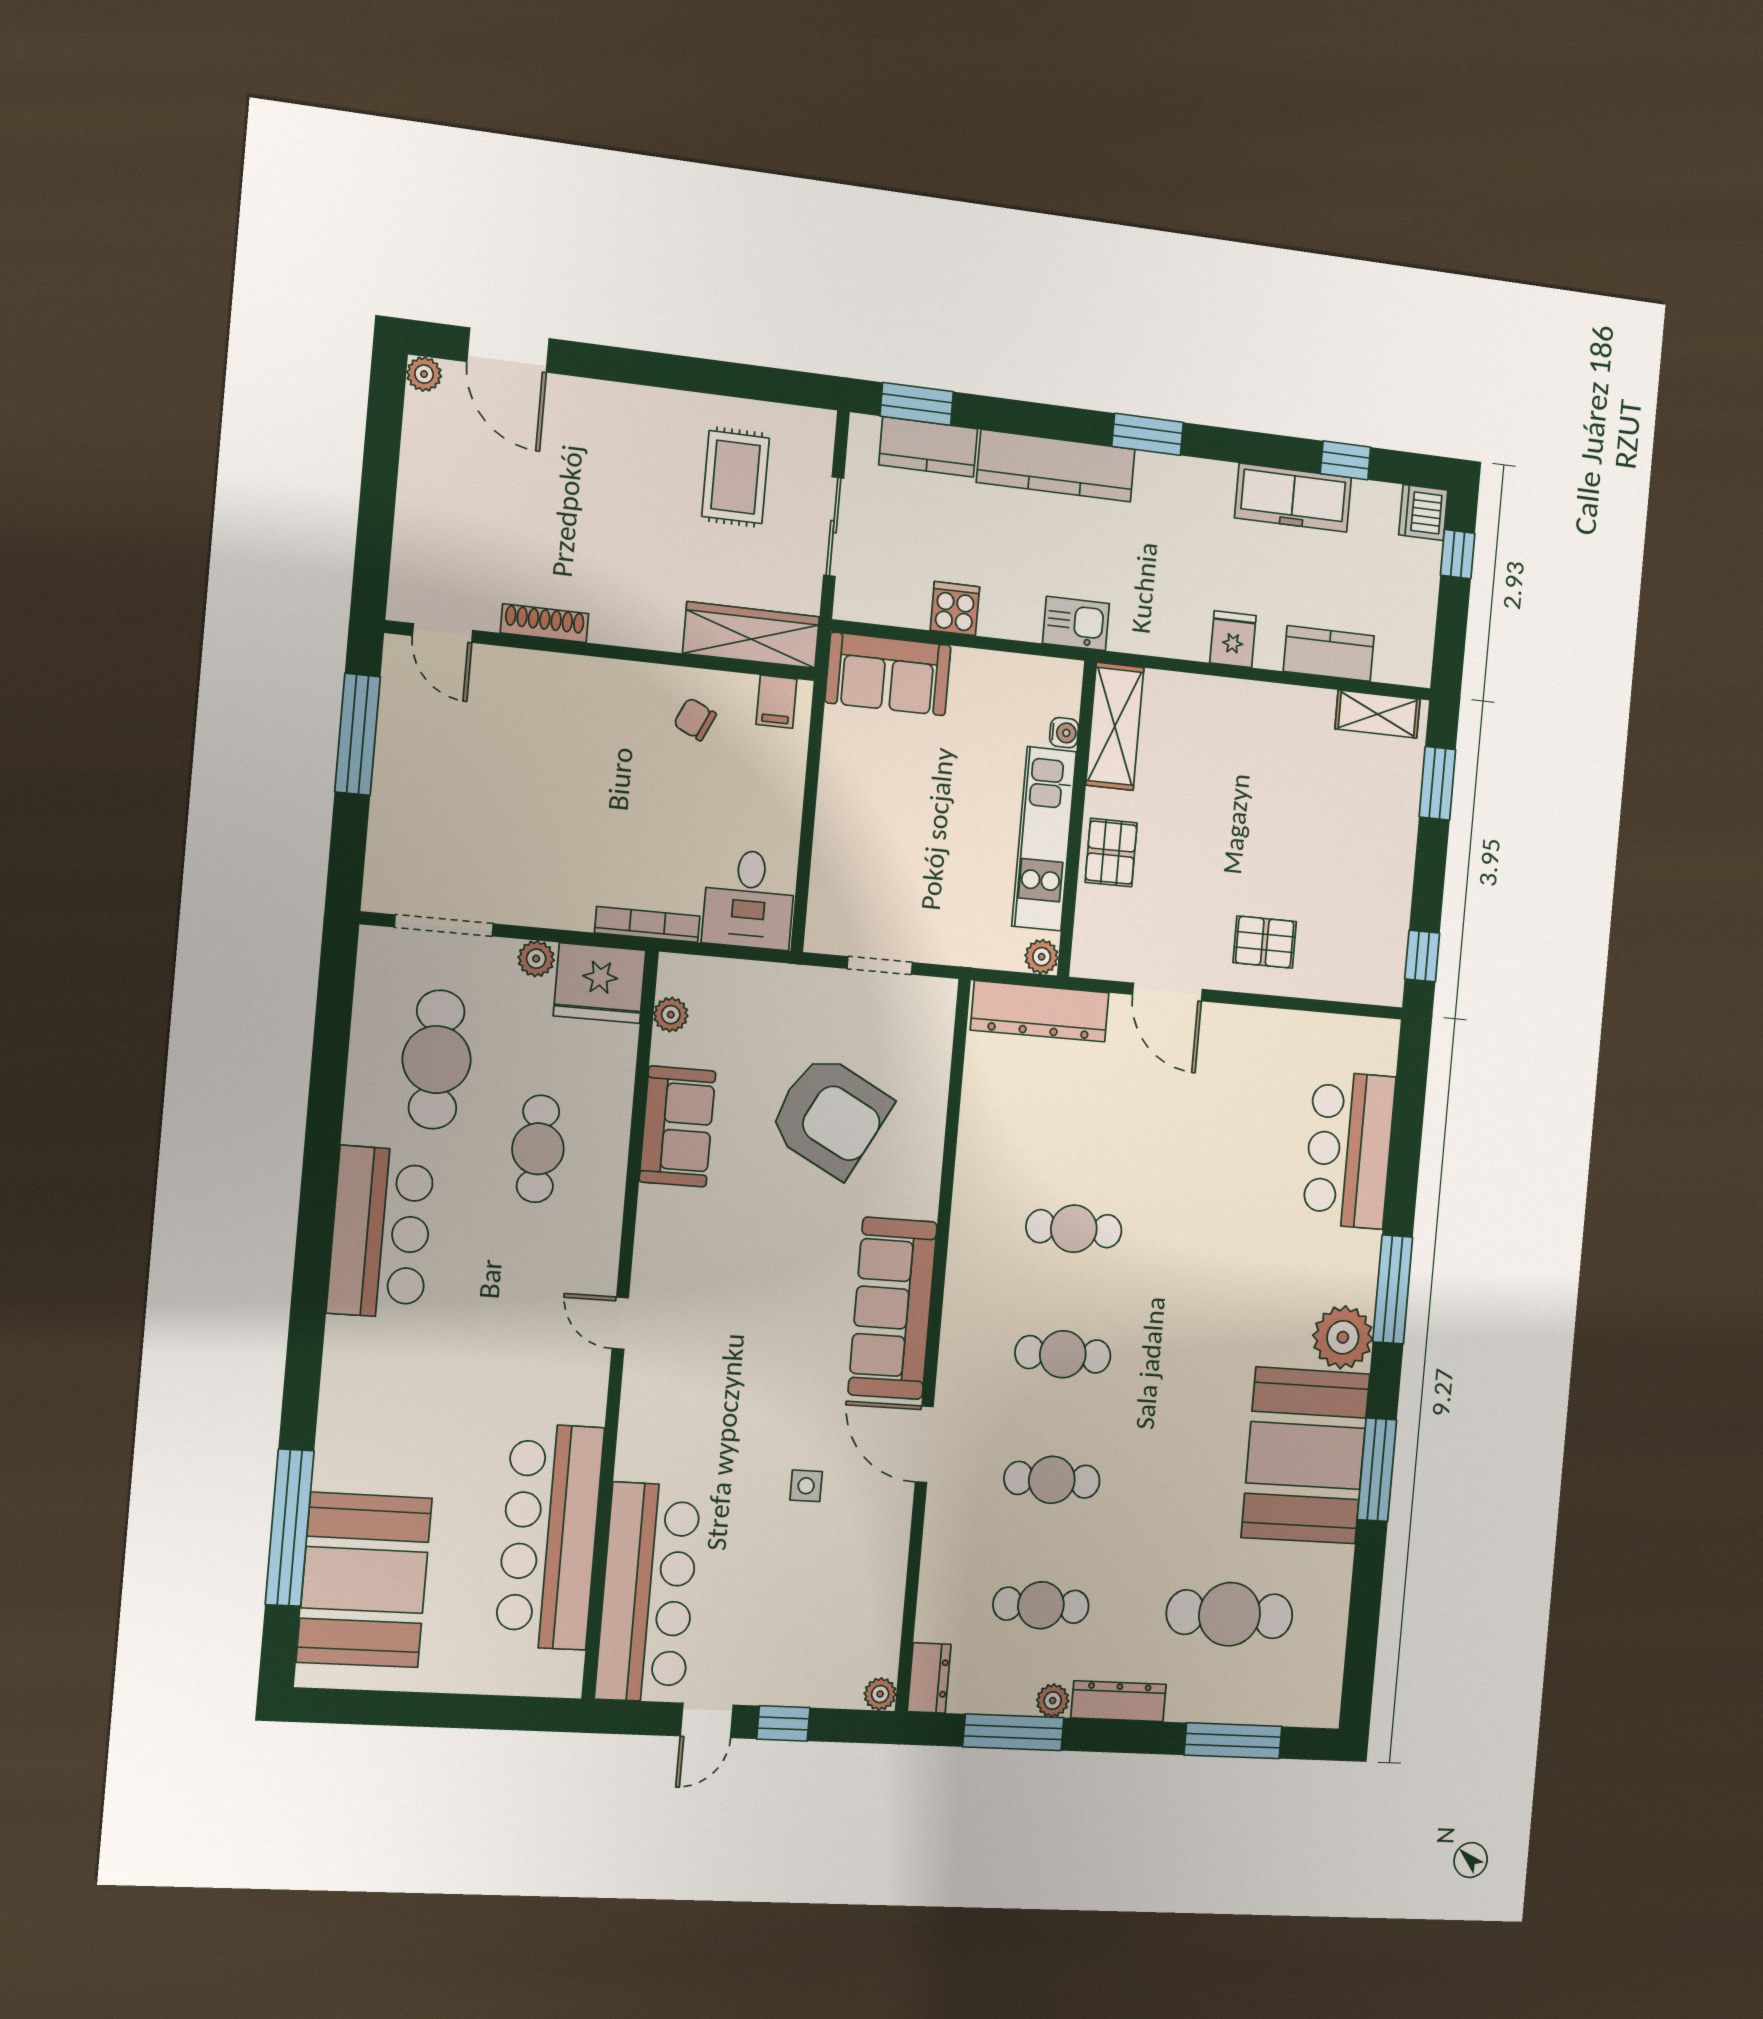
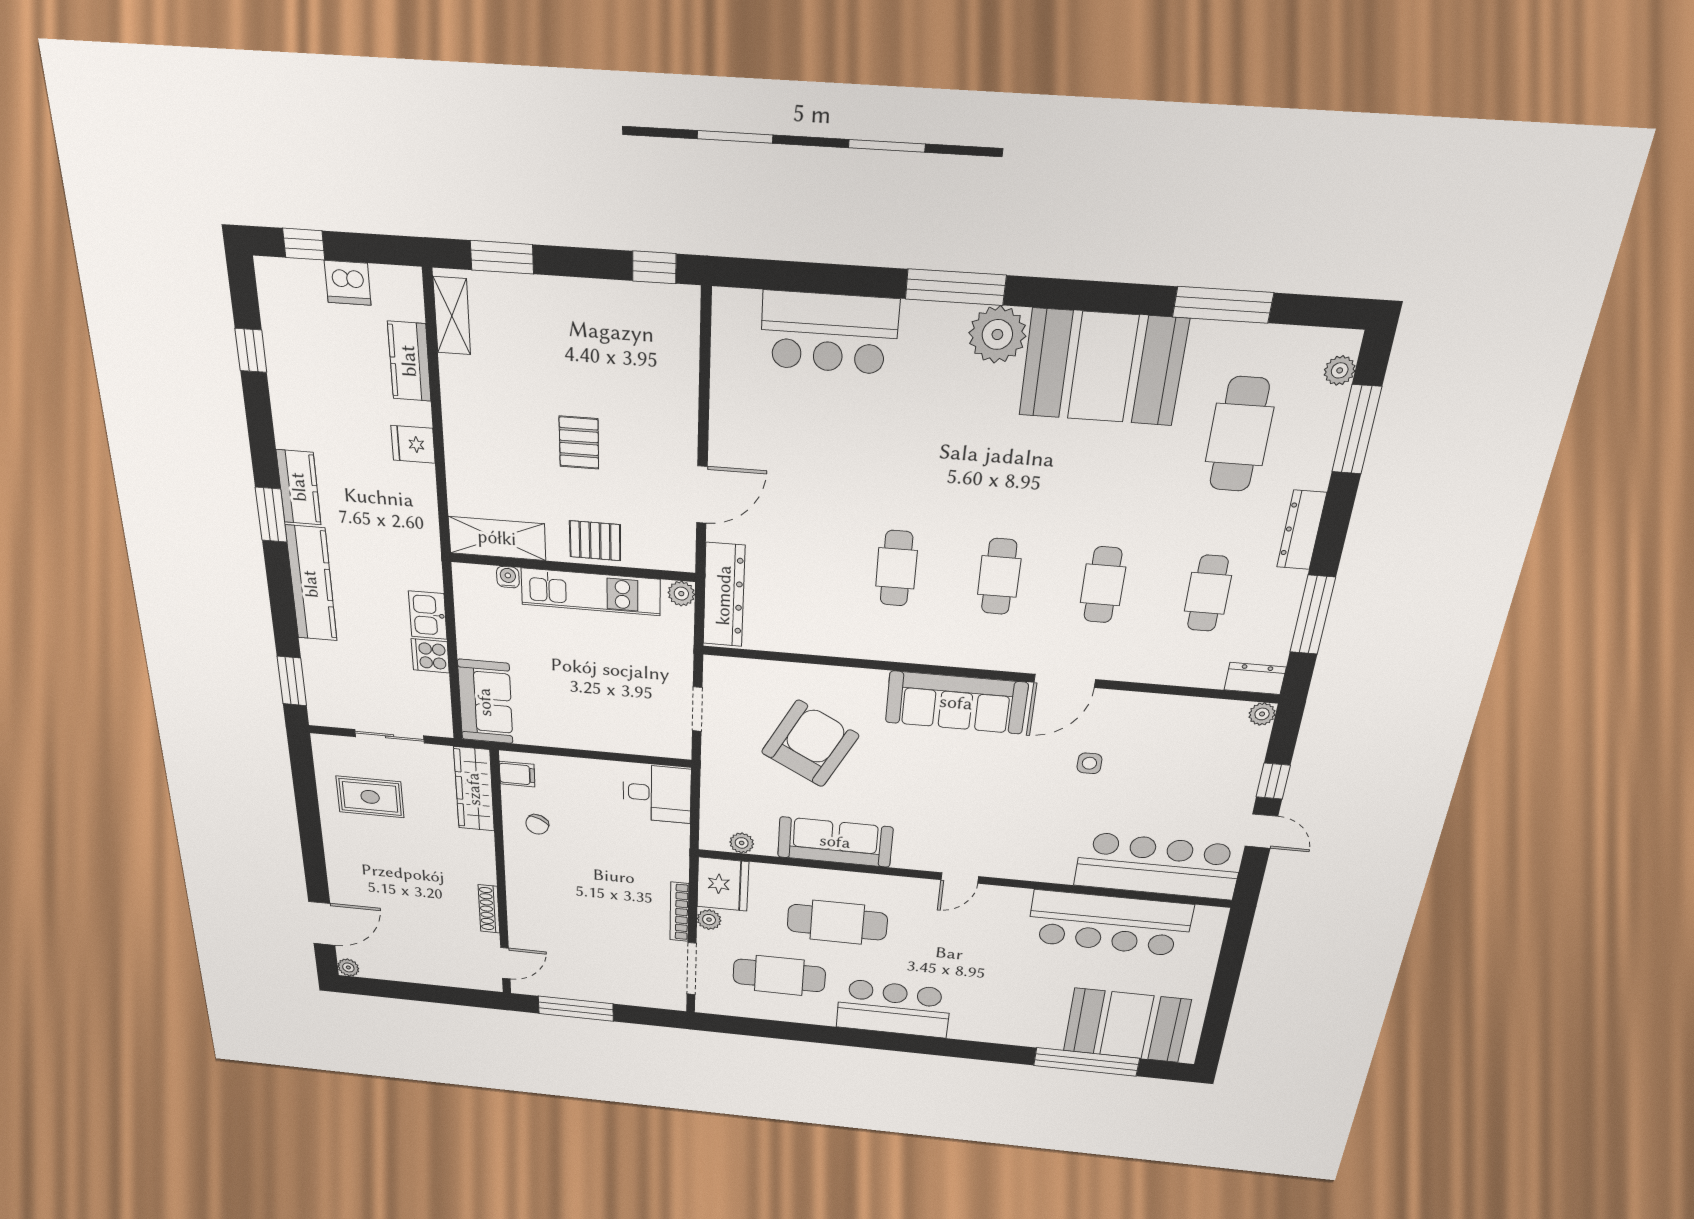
kitchen counter: (928, 447) -> (299, 487), moved
freezer: (1293, 498) -> (291, 395), removed
dishwasher: (1423, 513) -> (348, 283), moved
kitchen sink: (1076, 623) -> (428, 615), moved
bookcase: (647, 924) -> (679, 912), moved
pallet: (1265, 942) -> (579, 443), moved
sofa: (677, 1126) -> (835, 842), width x1.36
cafe table: (538, 1149) -> (837, 922), width x1.37, depth x1.35
window: (1377, 1470) -> (1223, 305), moved
plant: (1053, 1701) -> (1340, 370), moved

